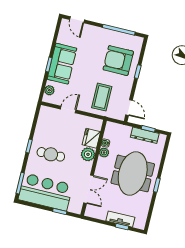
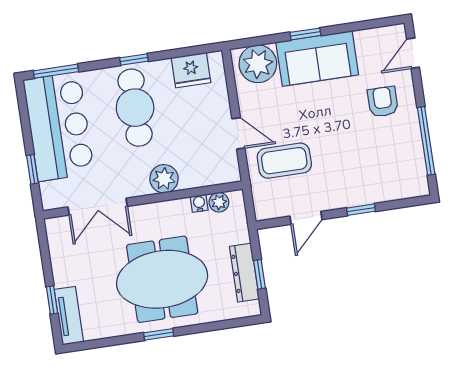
armchair: (118, 61) -> (383, 102), moved, width x0.53, depth x0.53
plant: (49, 90) -> (258, 64), width x1.87, depth x1.87
door: (129, 108) -> (306, 218), moved
door: (68, 110) -> (238, 133), moved
fridge: (91, 138) -> (191, 70), moved, turned 180
plant: (104, 153) -> (219, 202), moved
cafe table: (51, 154) -> (135, 108), width x1.37, depth x1.35
tv unit: (120, 219) -> (69, 316), moved

